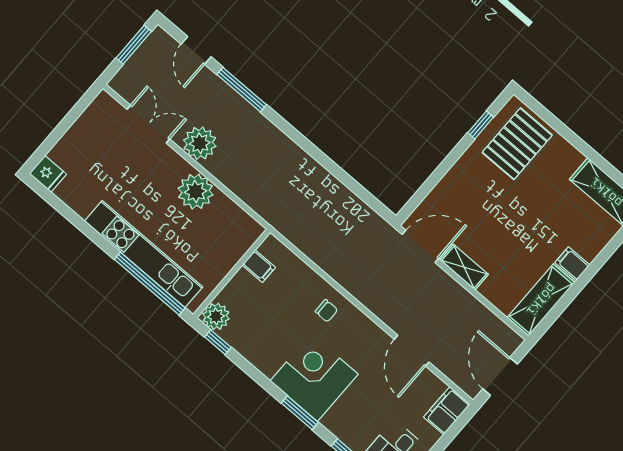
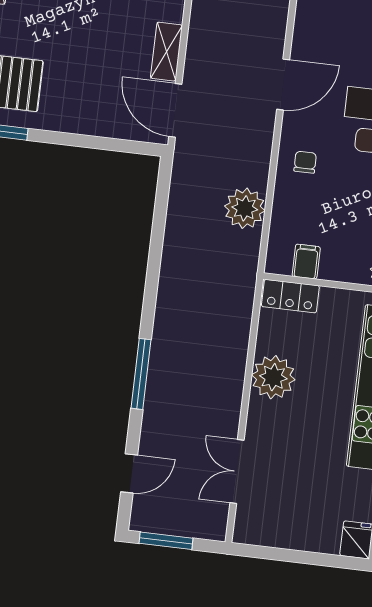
window: (242, 90) -> (141, 374), moved
plant: (200, 143) -> (245, 208), moved
locker: (243, 240) -> (290, 296), added
door: (412, 351) -> (283, 84), moved

